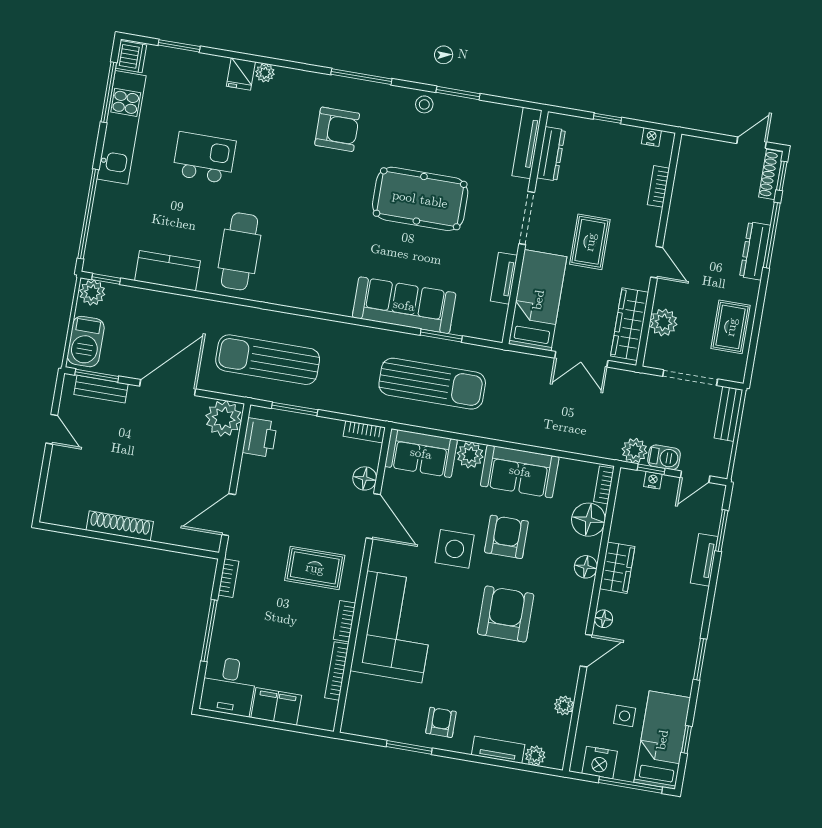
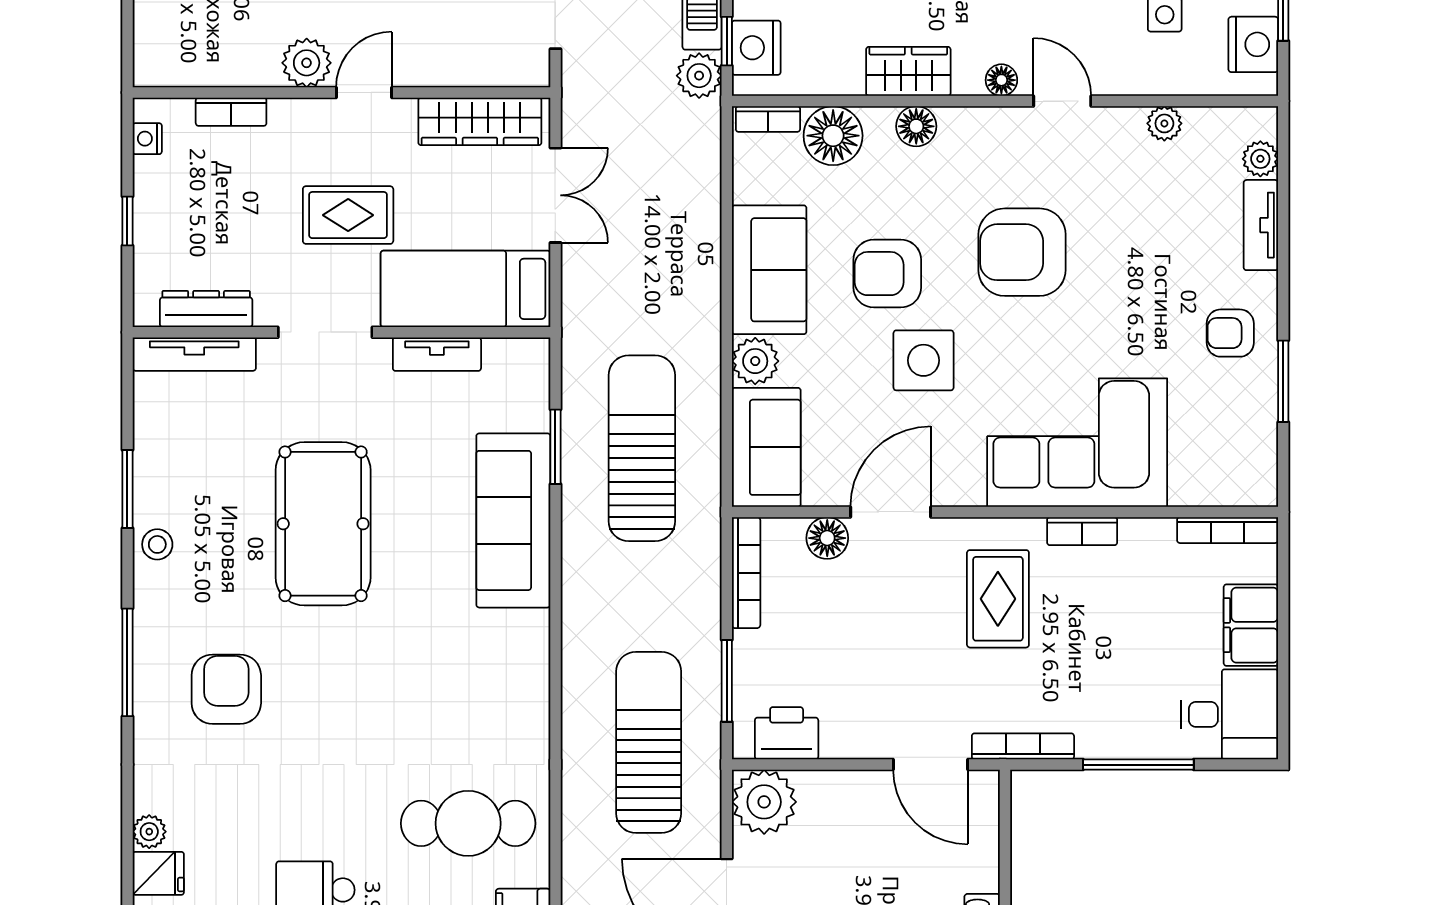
plant: (664, 322) -> (307, 63), moved
sun lounger: (268, 360) -> (649, 742), turned 180
bookcase: (364, 432) -> (746, 573), width x1.56
nightstand: (653, 480) -> (756, 48), width x1.89, depth x1.79
bookcase: (228, 578) -> (1023, 746), width x1.56
bookcase: (337, 671) -> (1228, 530), moved

